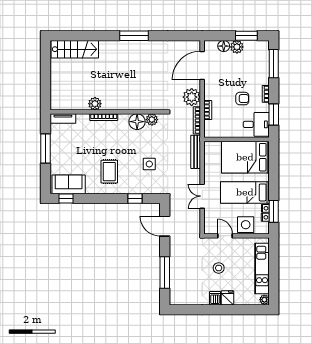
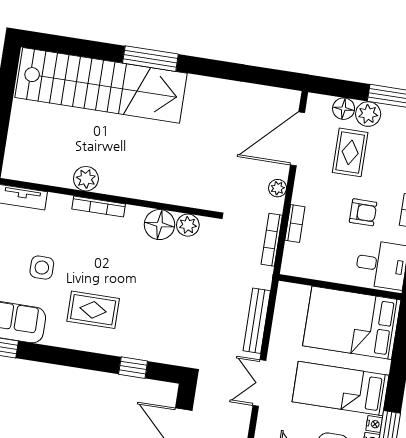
window: (134, 36) -> (150, 59), moved
stairs: (75, 49) -> (101, 85), width x1.86, depth x1.51
rug: (231, 68) -> (350, 152), added
plant: (192, 97) -> (278, 188), width x0.53, depth x0.53
bench: (196, 152) -> (257, 321), moved
side table: (149, 164) -> (42, 268), moved
rug: (109, 172) -> (93, 310), turned 90

